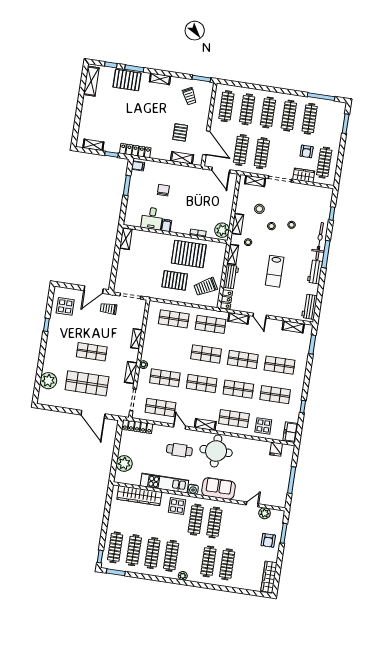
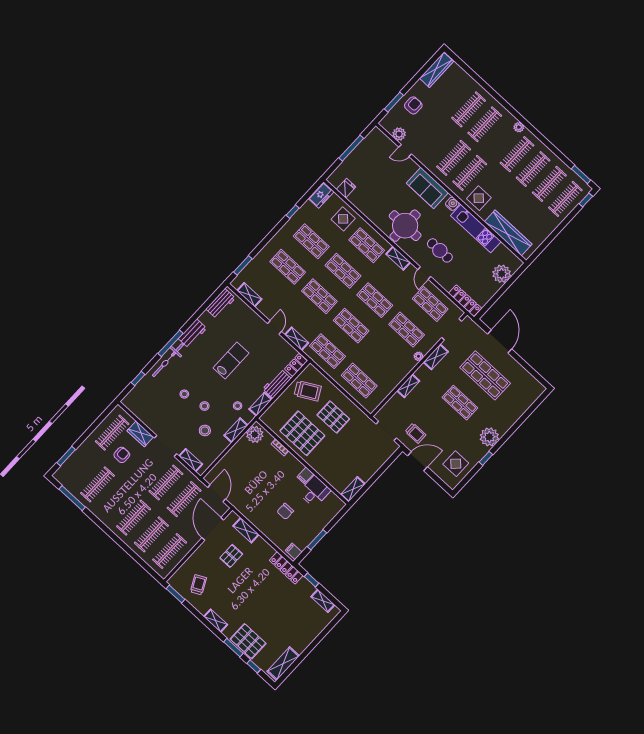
clothes rail: (289, 116) -> (116, 501), removed
plant: (48, 381) -> (489, 437), moved

